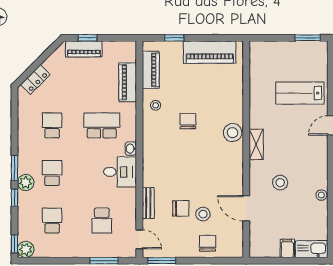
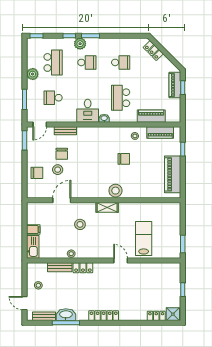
school desk: (102, 125) -> (121, 98), turned 180
school desk: (52, 221) -> (53, 62), width x1.85
plant: (26, 249) -> (33, 74), moved

